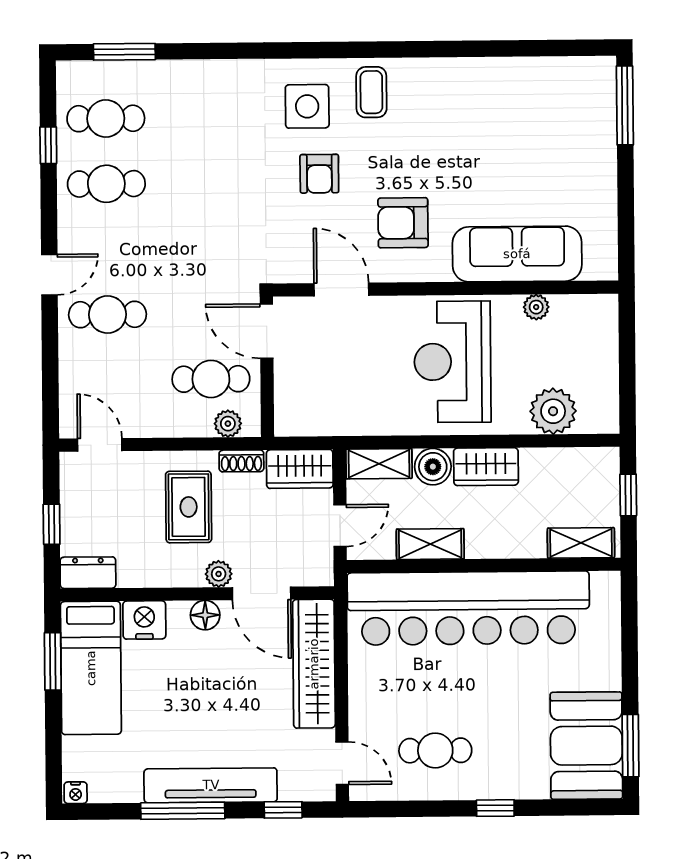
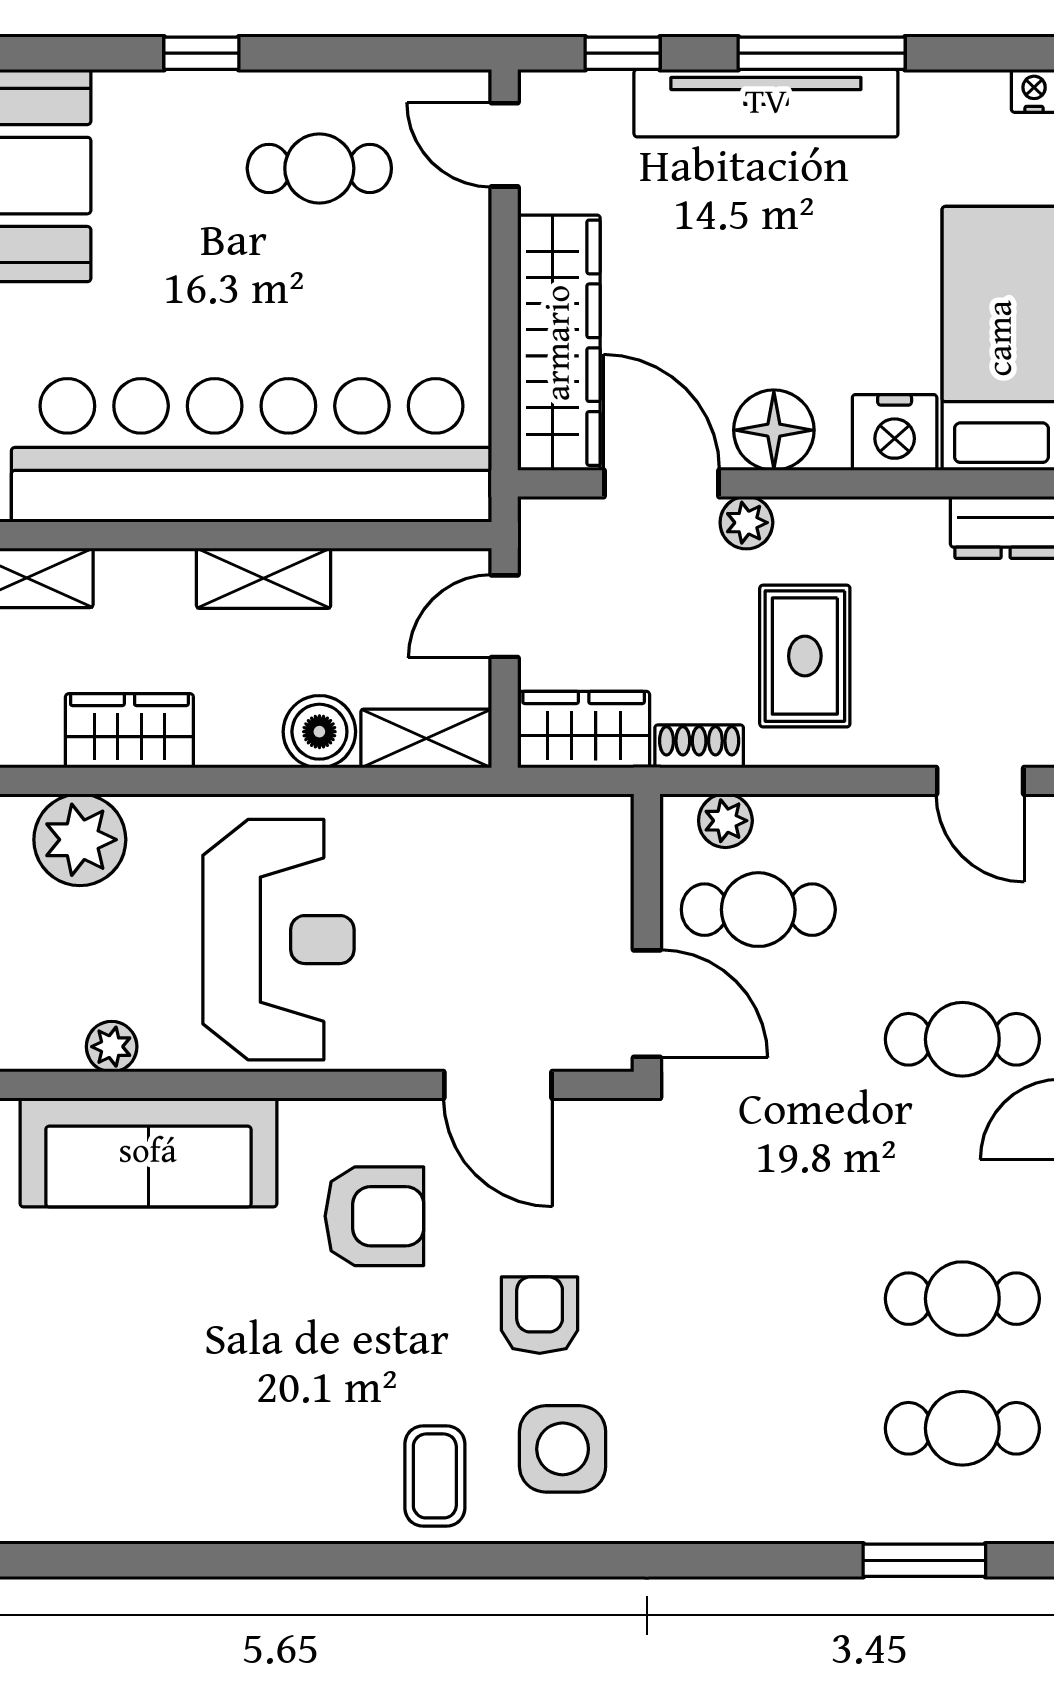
wardrobe: (486, 467) -> (129, 731), moved
shelving: (430, 544) -> (264, 578), moved
floor lamp: (205, 615) -> (774, 430), width x1.38, depth x1.38

